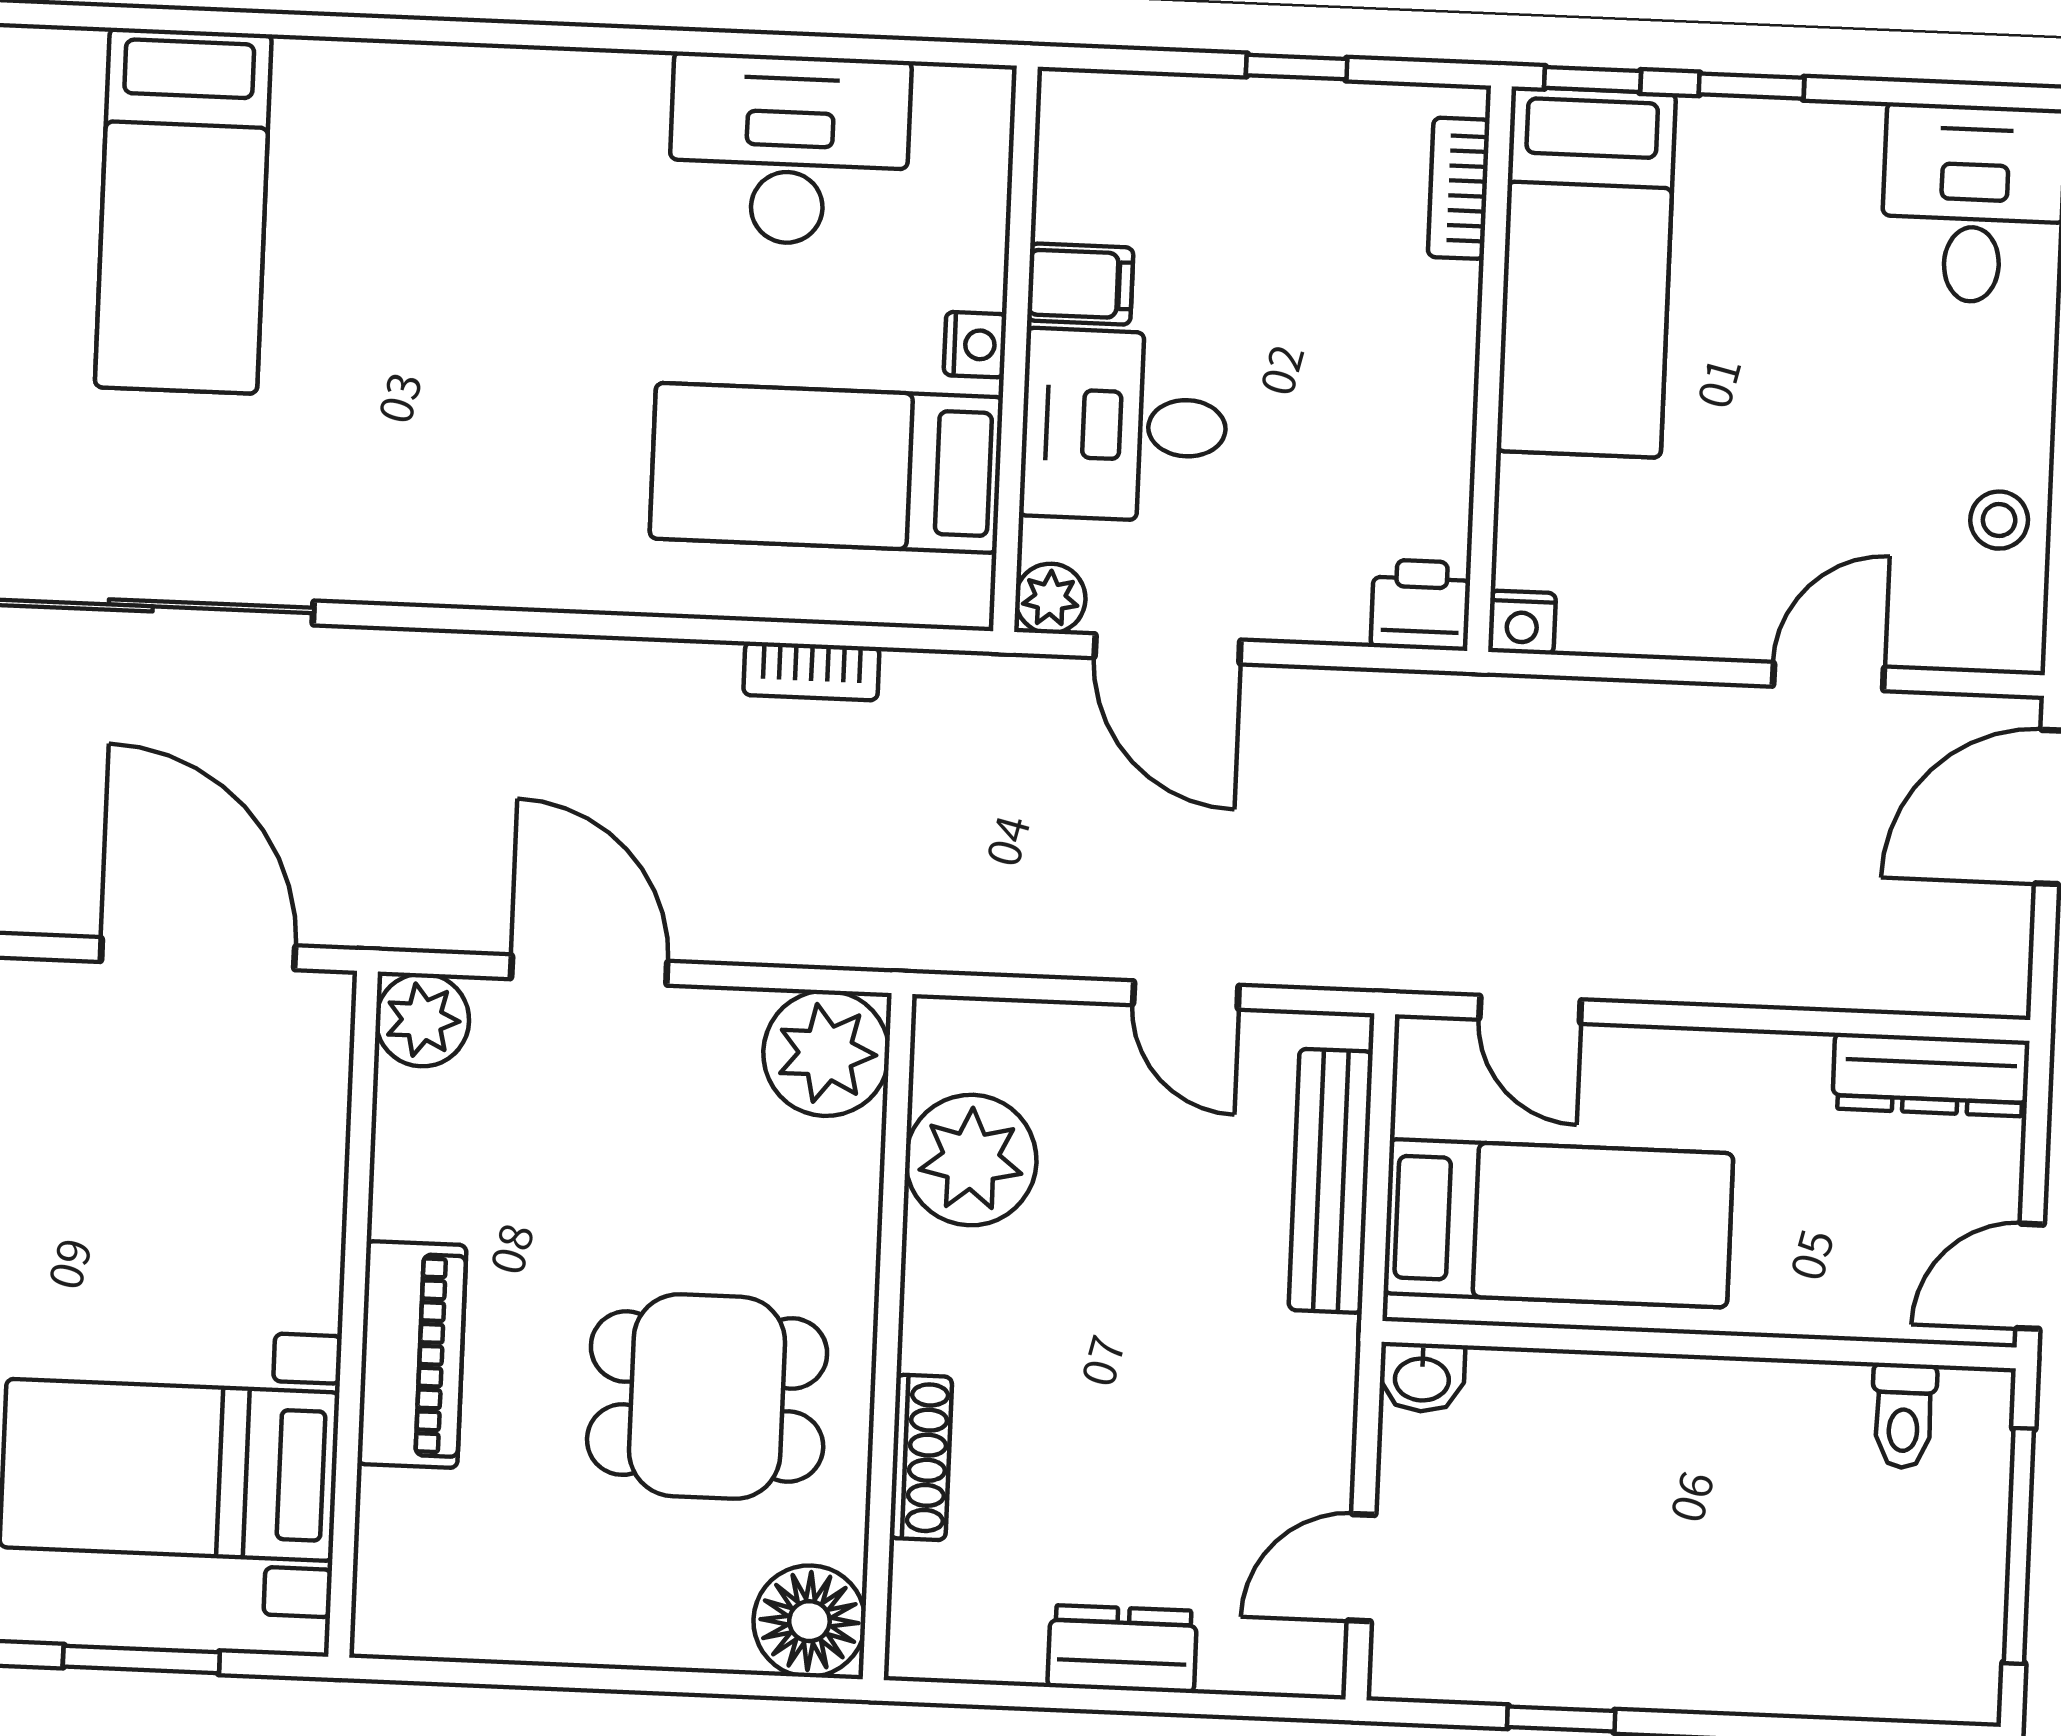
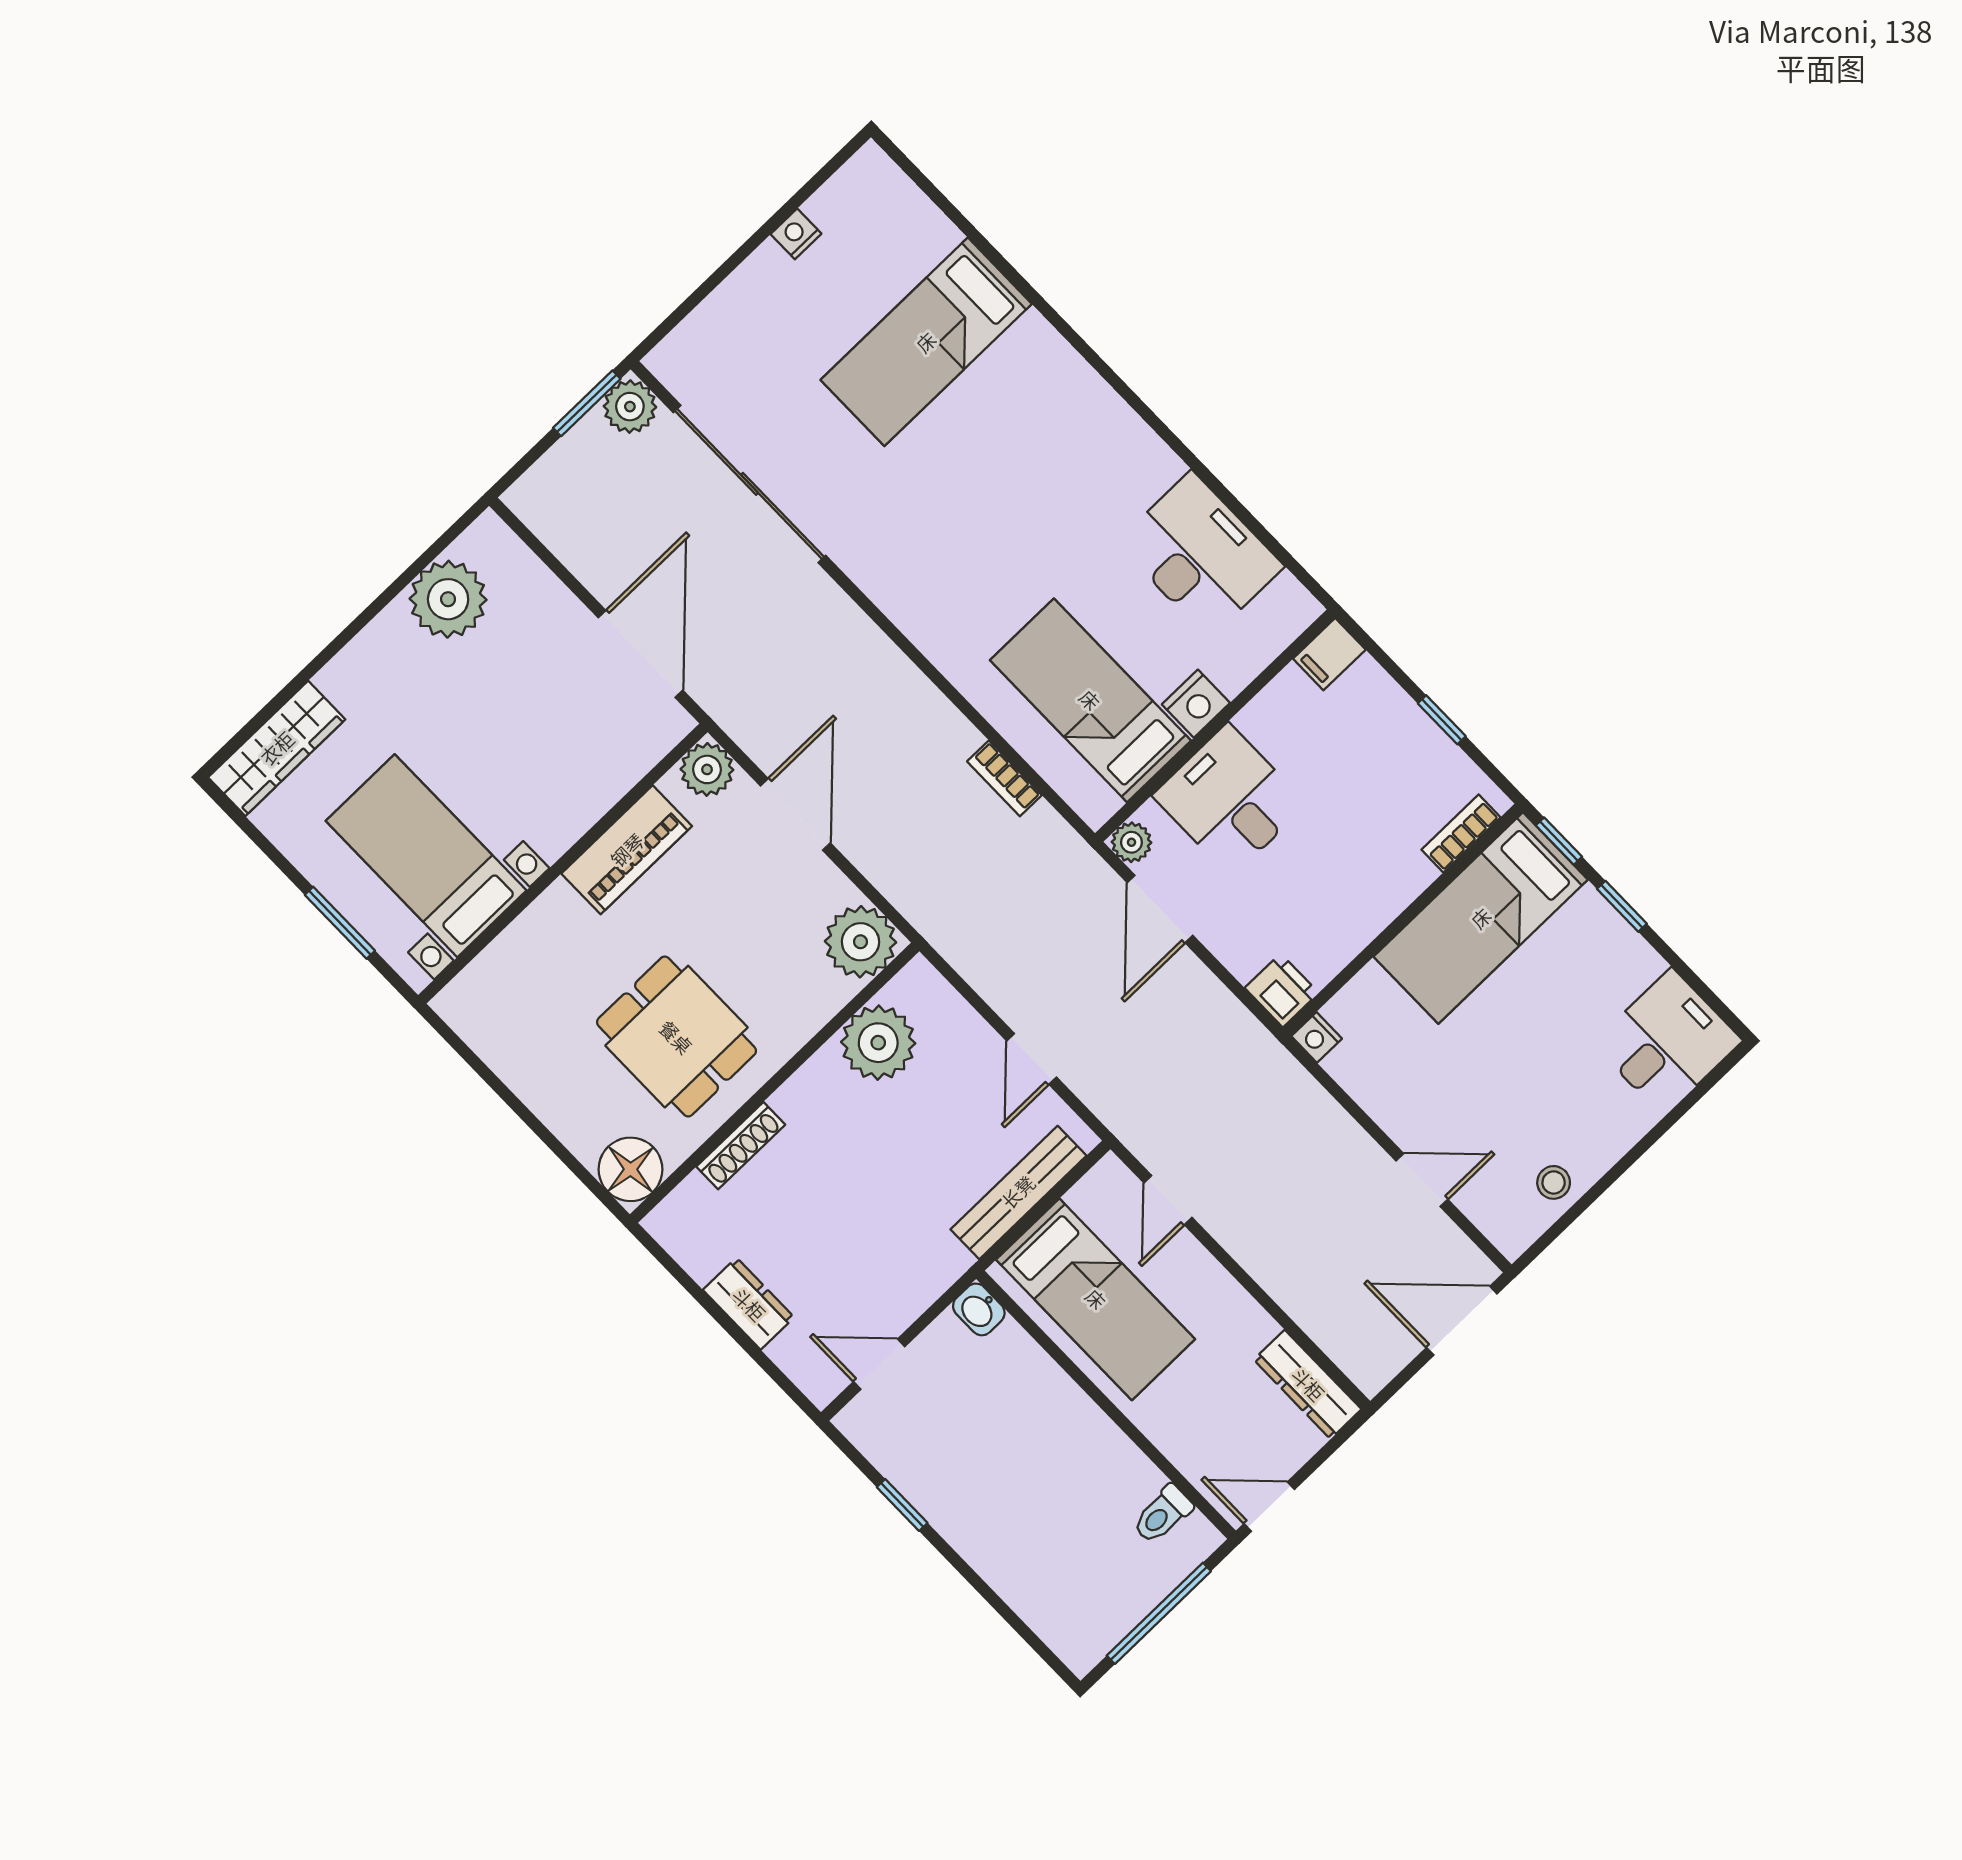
filing cabinet: (1080, 284) -> (1329, 654), moved, turned 90
nightstand: (975, 345) -> (1196, 704), width x1.39, depth x1.35
piano: (412, 1354) -> (627, 850), moved

